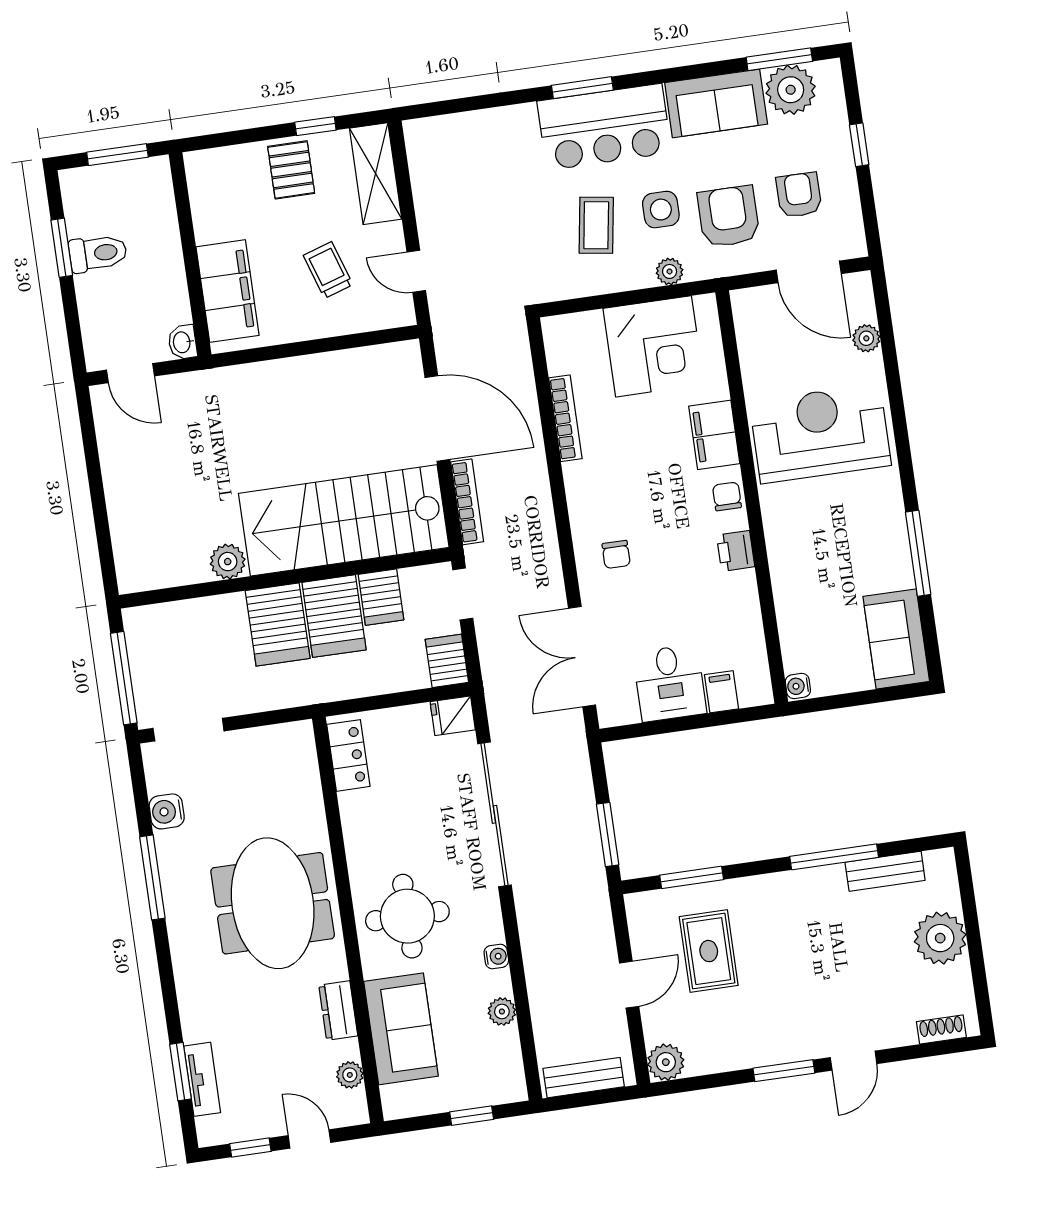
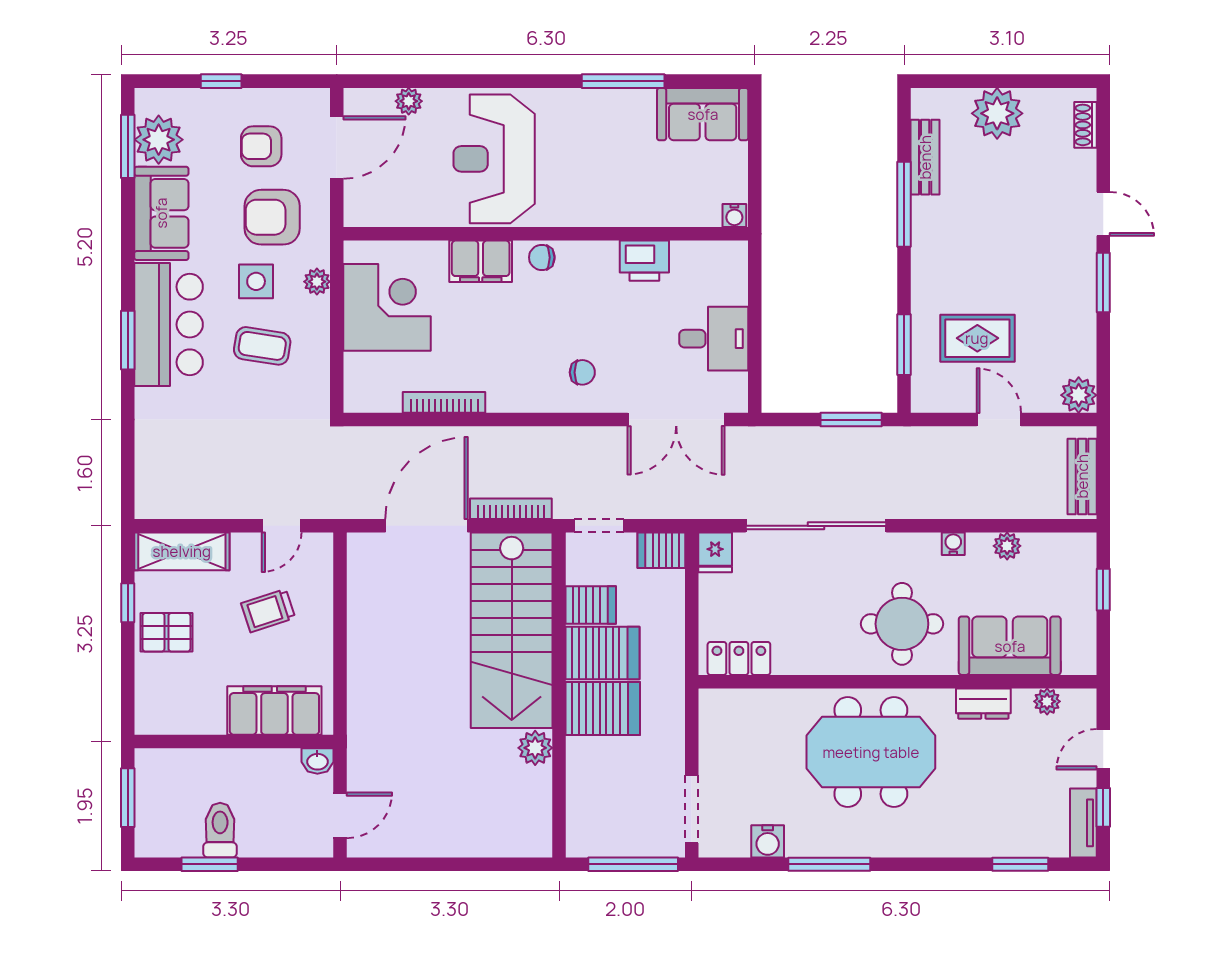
printer: (736, 551) -> (644, 261), moved, width x1.36, depth x1.24
filing cabinet: (721, 692) -> (729, 290), removed
tv unit: (202, 1079) -> (1083, 823), moved, turned -90

